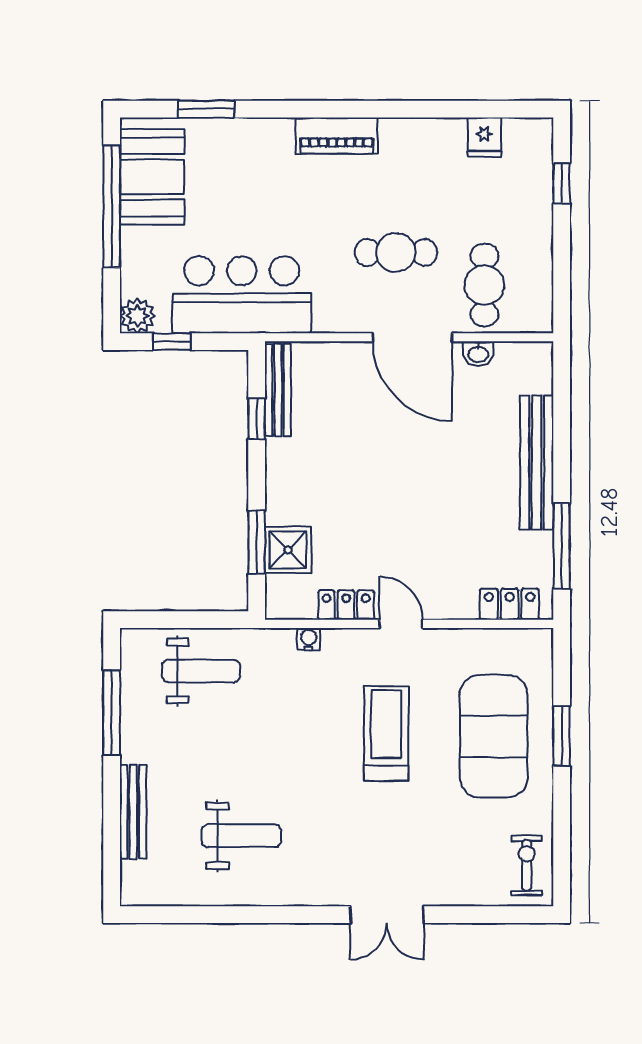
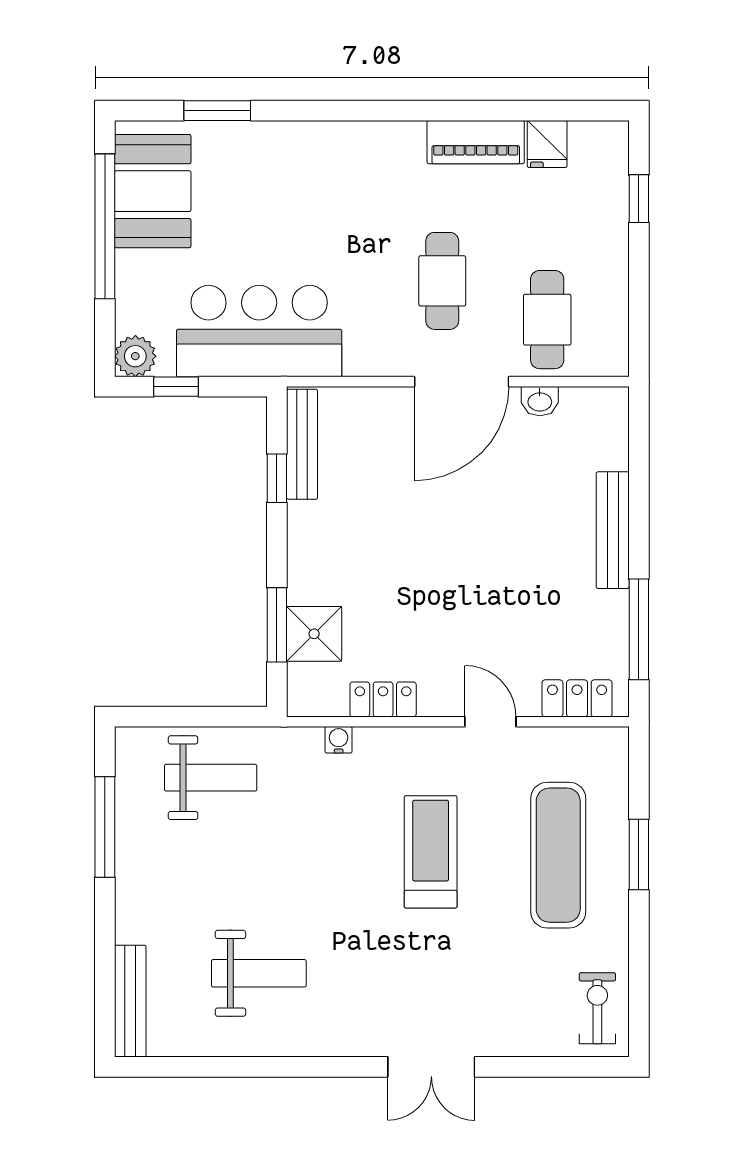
piano: (337, 136) -> (476, 142), moved
cafe table: (396, 252) -> (442, 281), turned 90
door: (412, 337) -> (462, 382), hinge flipped
bench: (537, 462) -> (613, 530), width x0.73, depth x0.82
door: (401, 624) -> (490, 722), moved
exercise mat: (494, 736) -> (558, 855), width x0.68
bench: (133, 812) -> (130, 1001), moved

